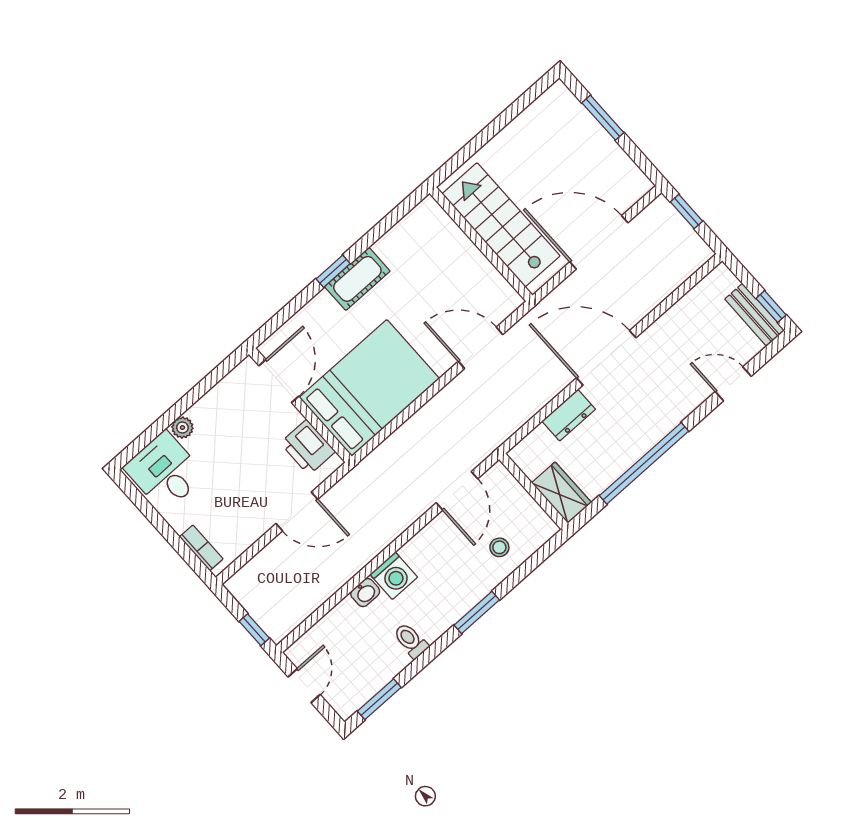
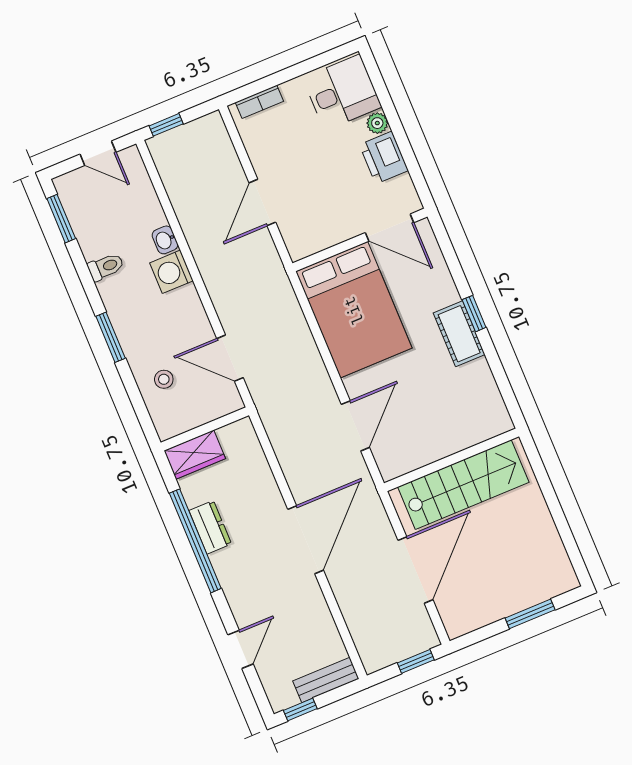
bench: (755, 315) -> (326, 680), moved
dresser: (569, 415) -> (210, 527), moved, turned 180
printer: (308, 447) -> (384, 158), moved, turned -90

